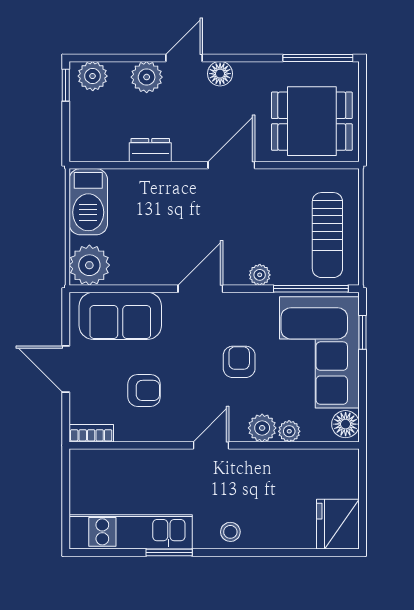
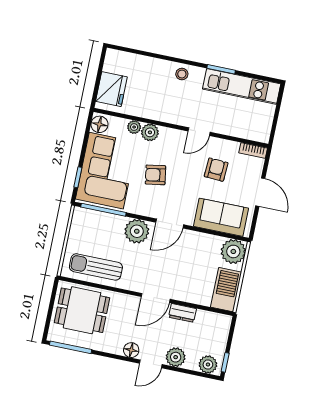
door: (231, 165) -> (156, 298), moved
sun lounger: (327, 235) -> (96, 267), moved, turned -90
plant: (260, 275) -> (137, 231), width x1.88, depth x1.88
armchair: (239, 362) -> (155, 175), turned 81
armchair: (144, 390) -> (216, 170), turned 93
door: (211, 445) -> (199, 132), moved
fridge: (338, 524) -> (111, 89), moved

